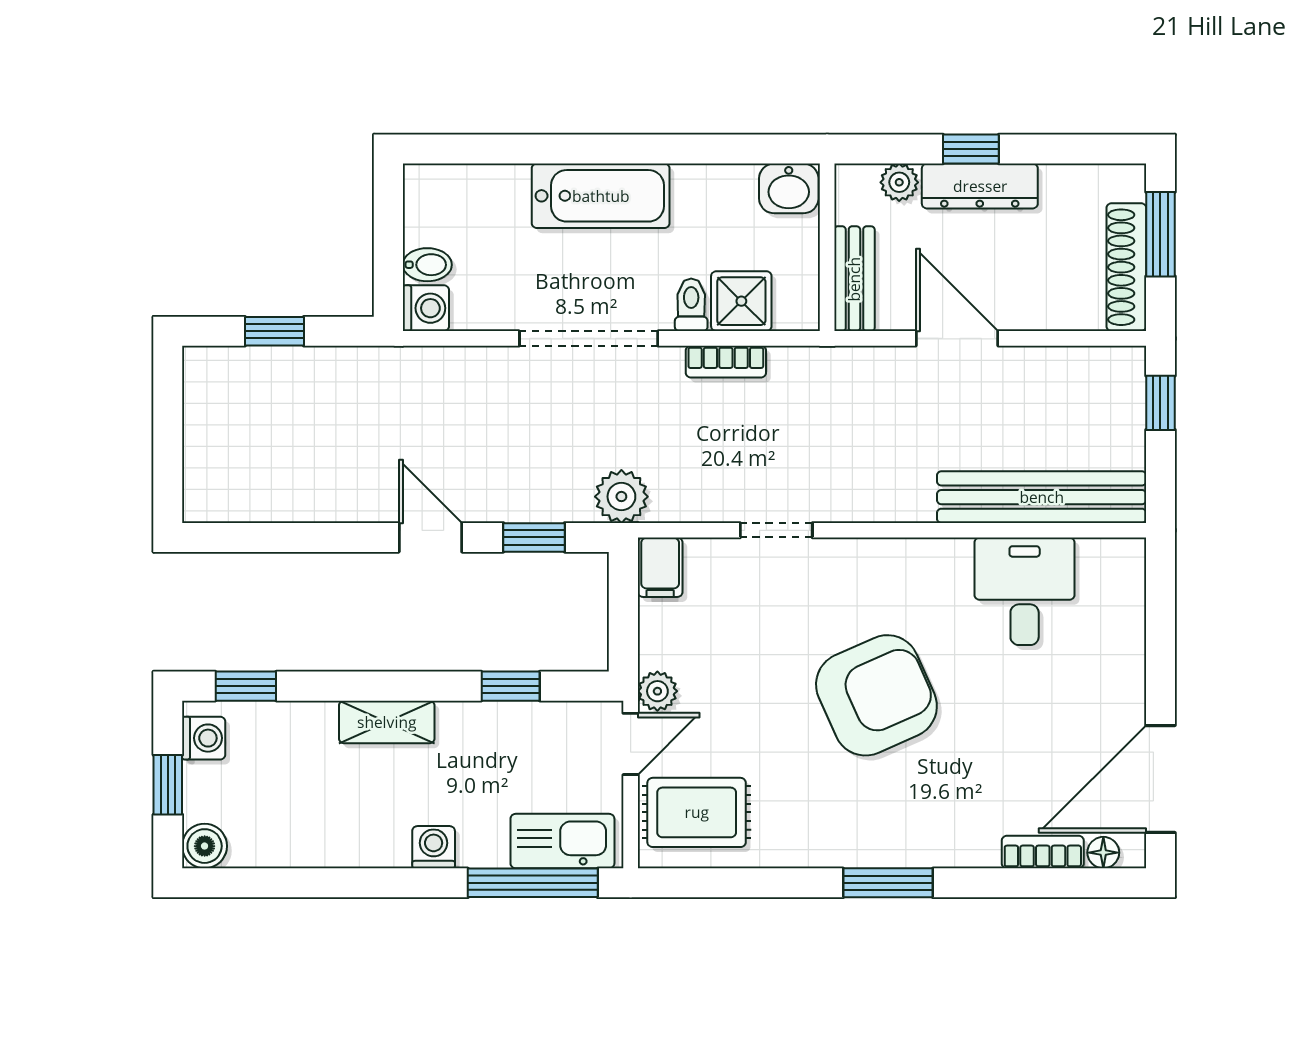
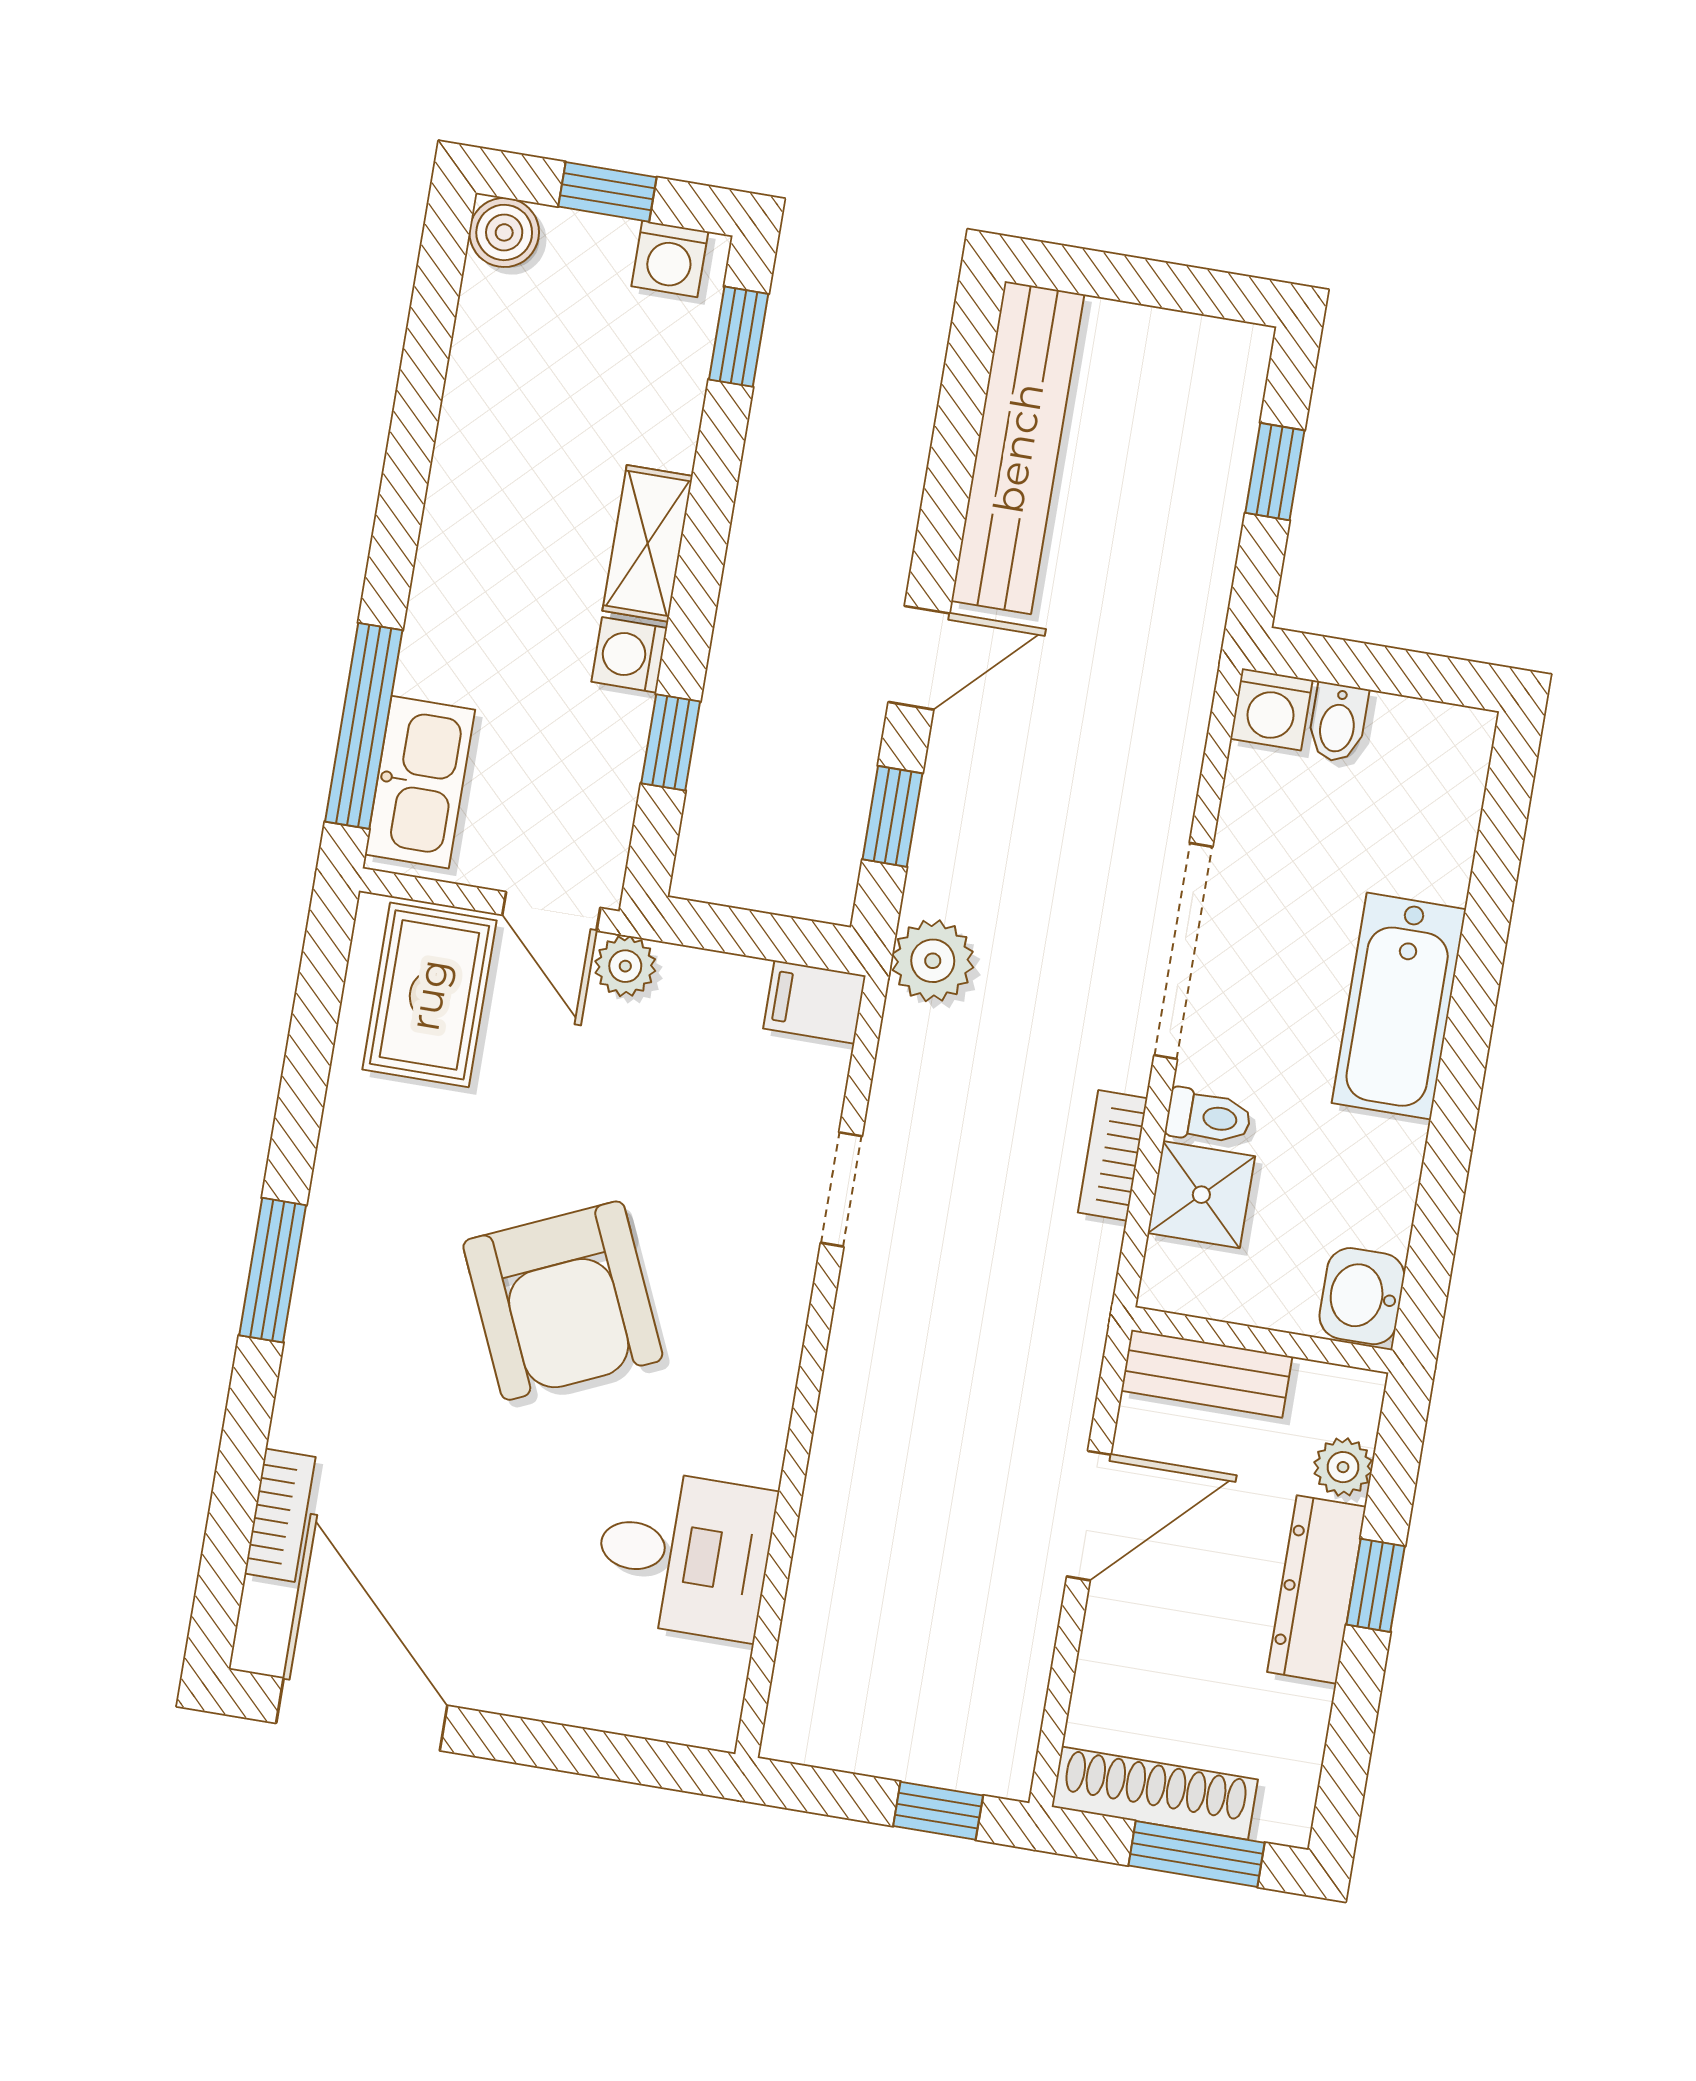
bench: (1042, 497) -> (1018, 448), moved
washing machine: (434, 847) -> (629, 655), moved, turned 180
floor lamp: (1103, 853) -> (264, 1608), removed

